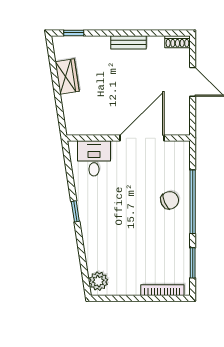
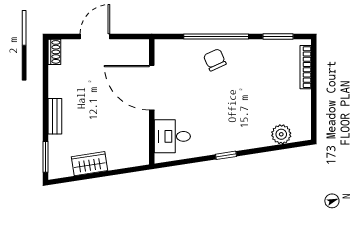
window: (74, 33) -> (45, 157), width x1.50
bench: (128, 42) -> (55, 116), moved
plant: (98, 281) -> (281, 134), moved

